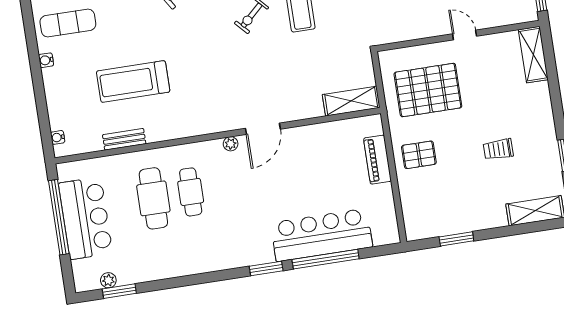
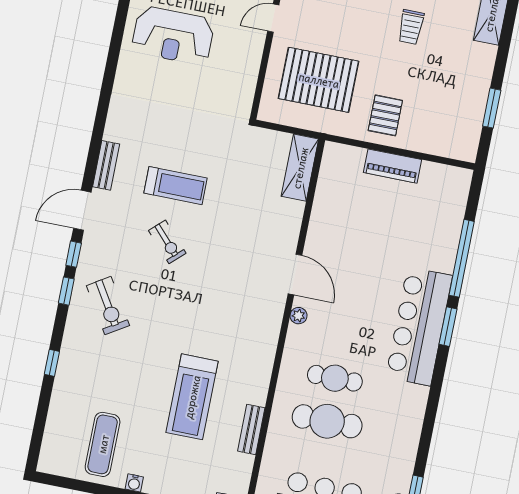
pallet: (428, 90) -> (319, 80), turned 90
piano: (377, 160) -> (393, 166), moved
bar counter: (322, 235) -> (419, 326), moved

